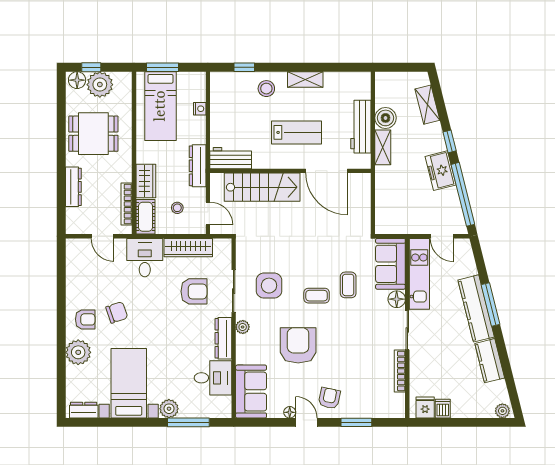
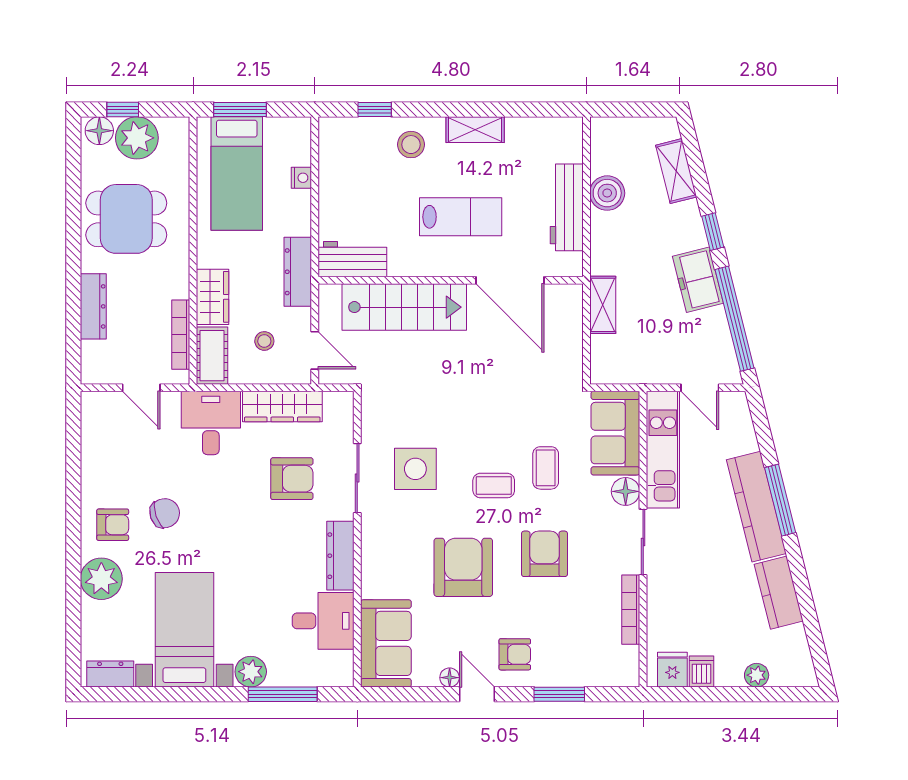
shelving: (383, 147) -> (603, 305), moved
plant: (243, 327) -> (372, 537), removed
armchair: (347, 337) -> (544, 554), added
armchair: (329, 398) -> (515, 654), turned 78
plant: (502, 411) -> (757, 675), moved

